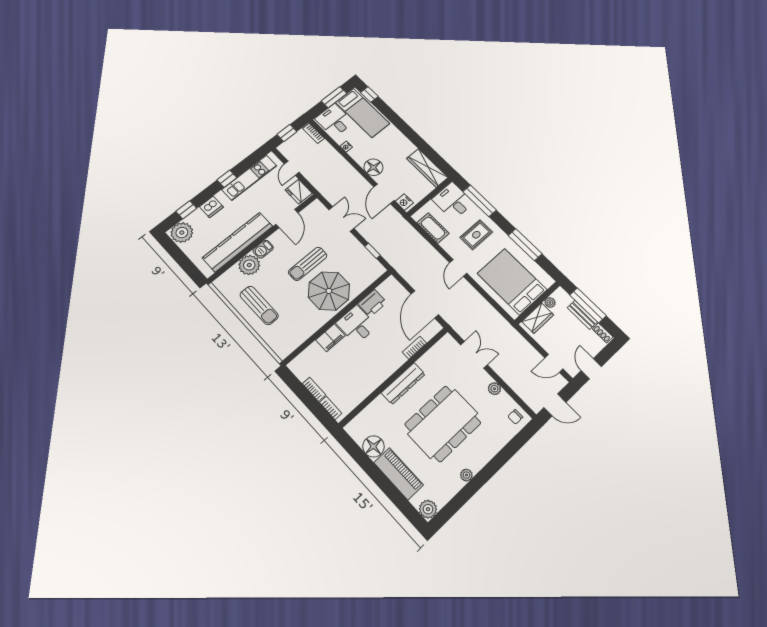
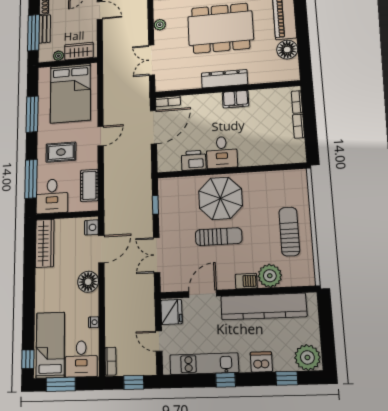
door: (292, 168) -> (159, 341), swing flipped
filing cabinet: (330, 338) -> (236, 99), moved, turned 180
bookcase: (414, 348) -> (168, 101), moved

